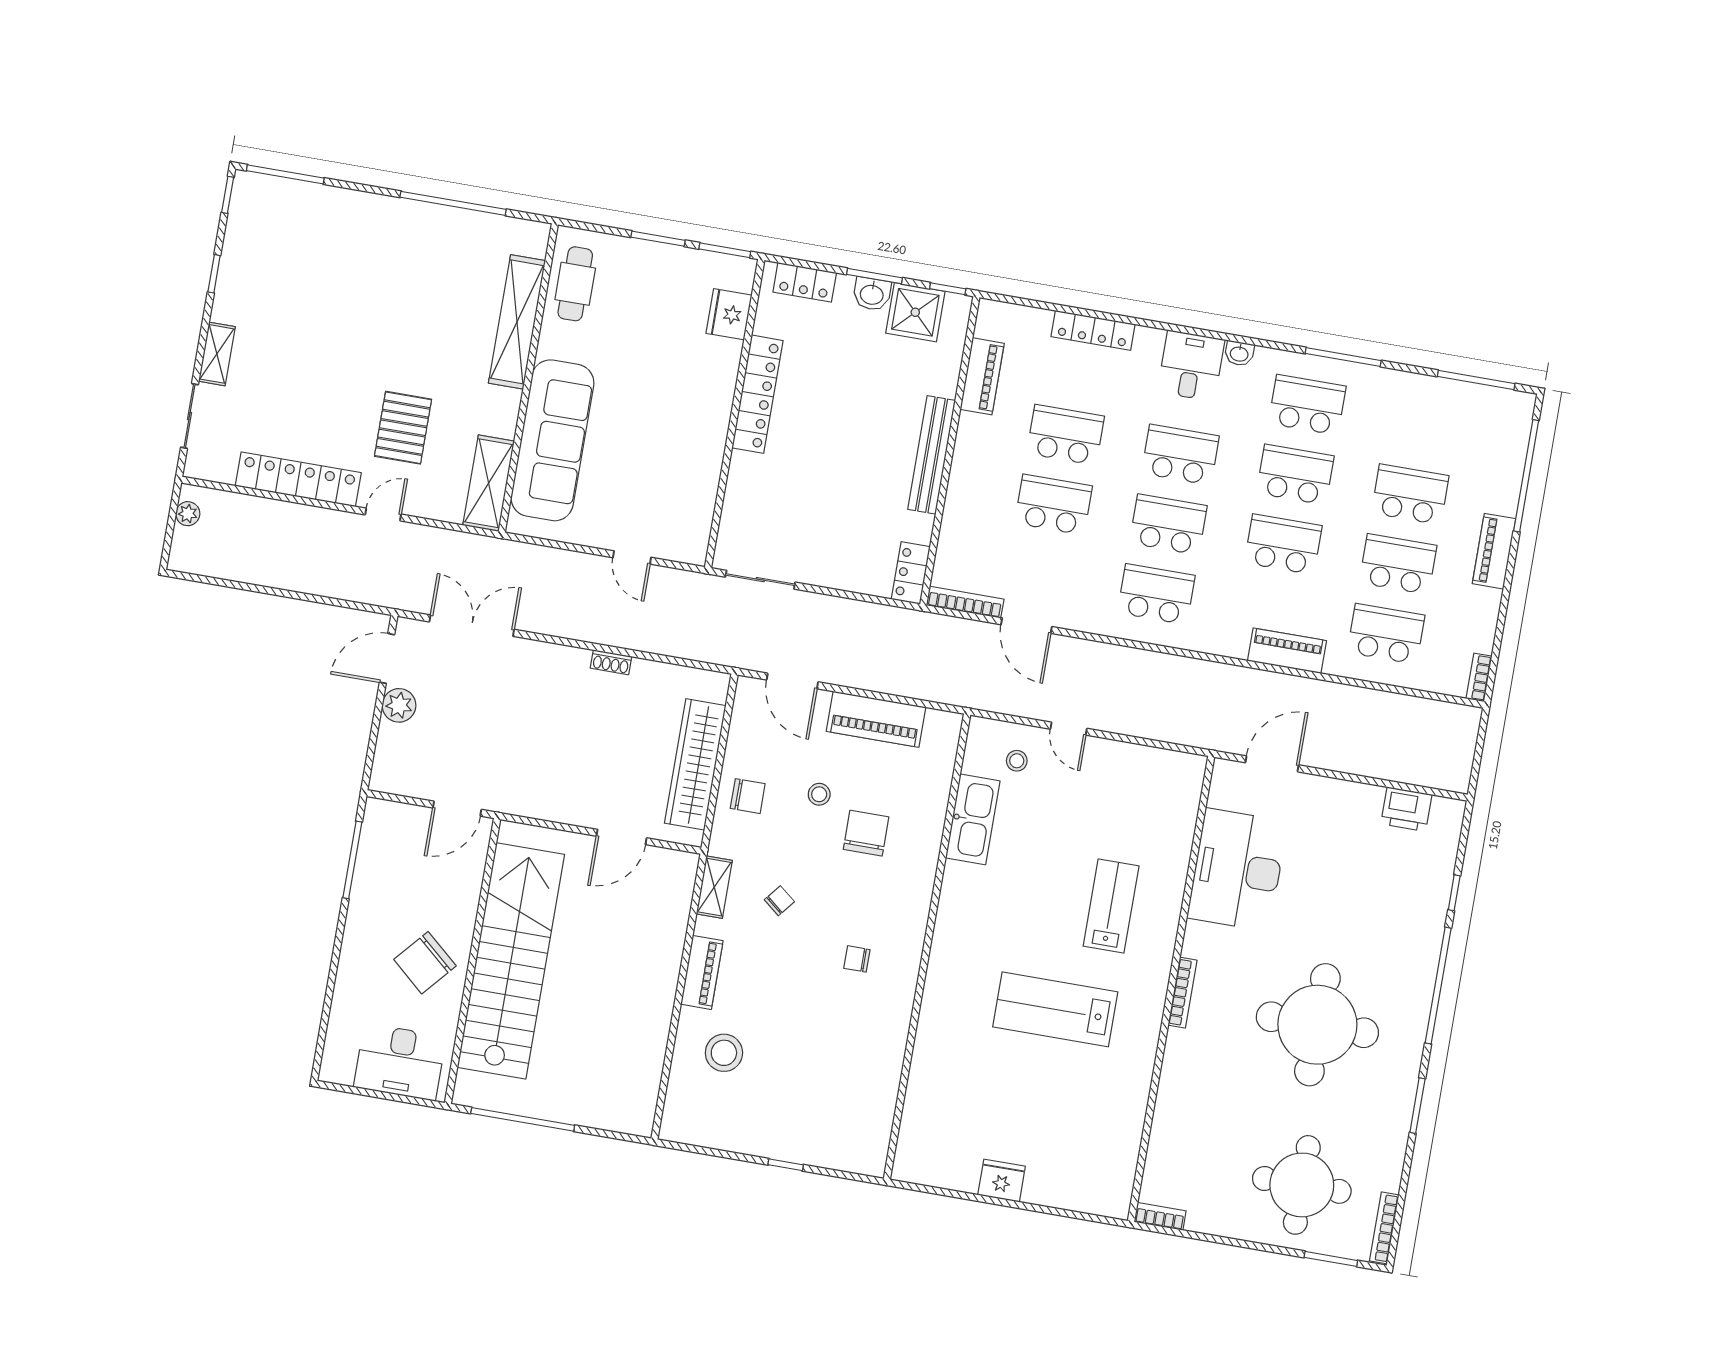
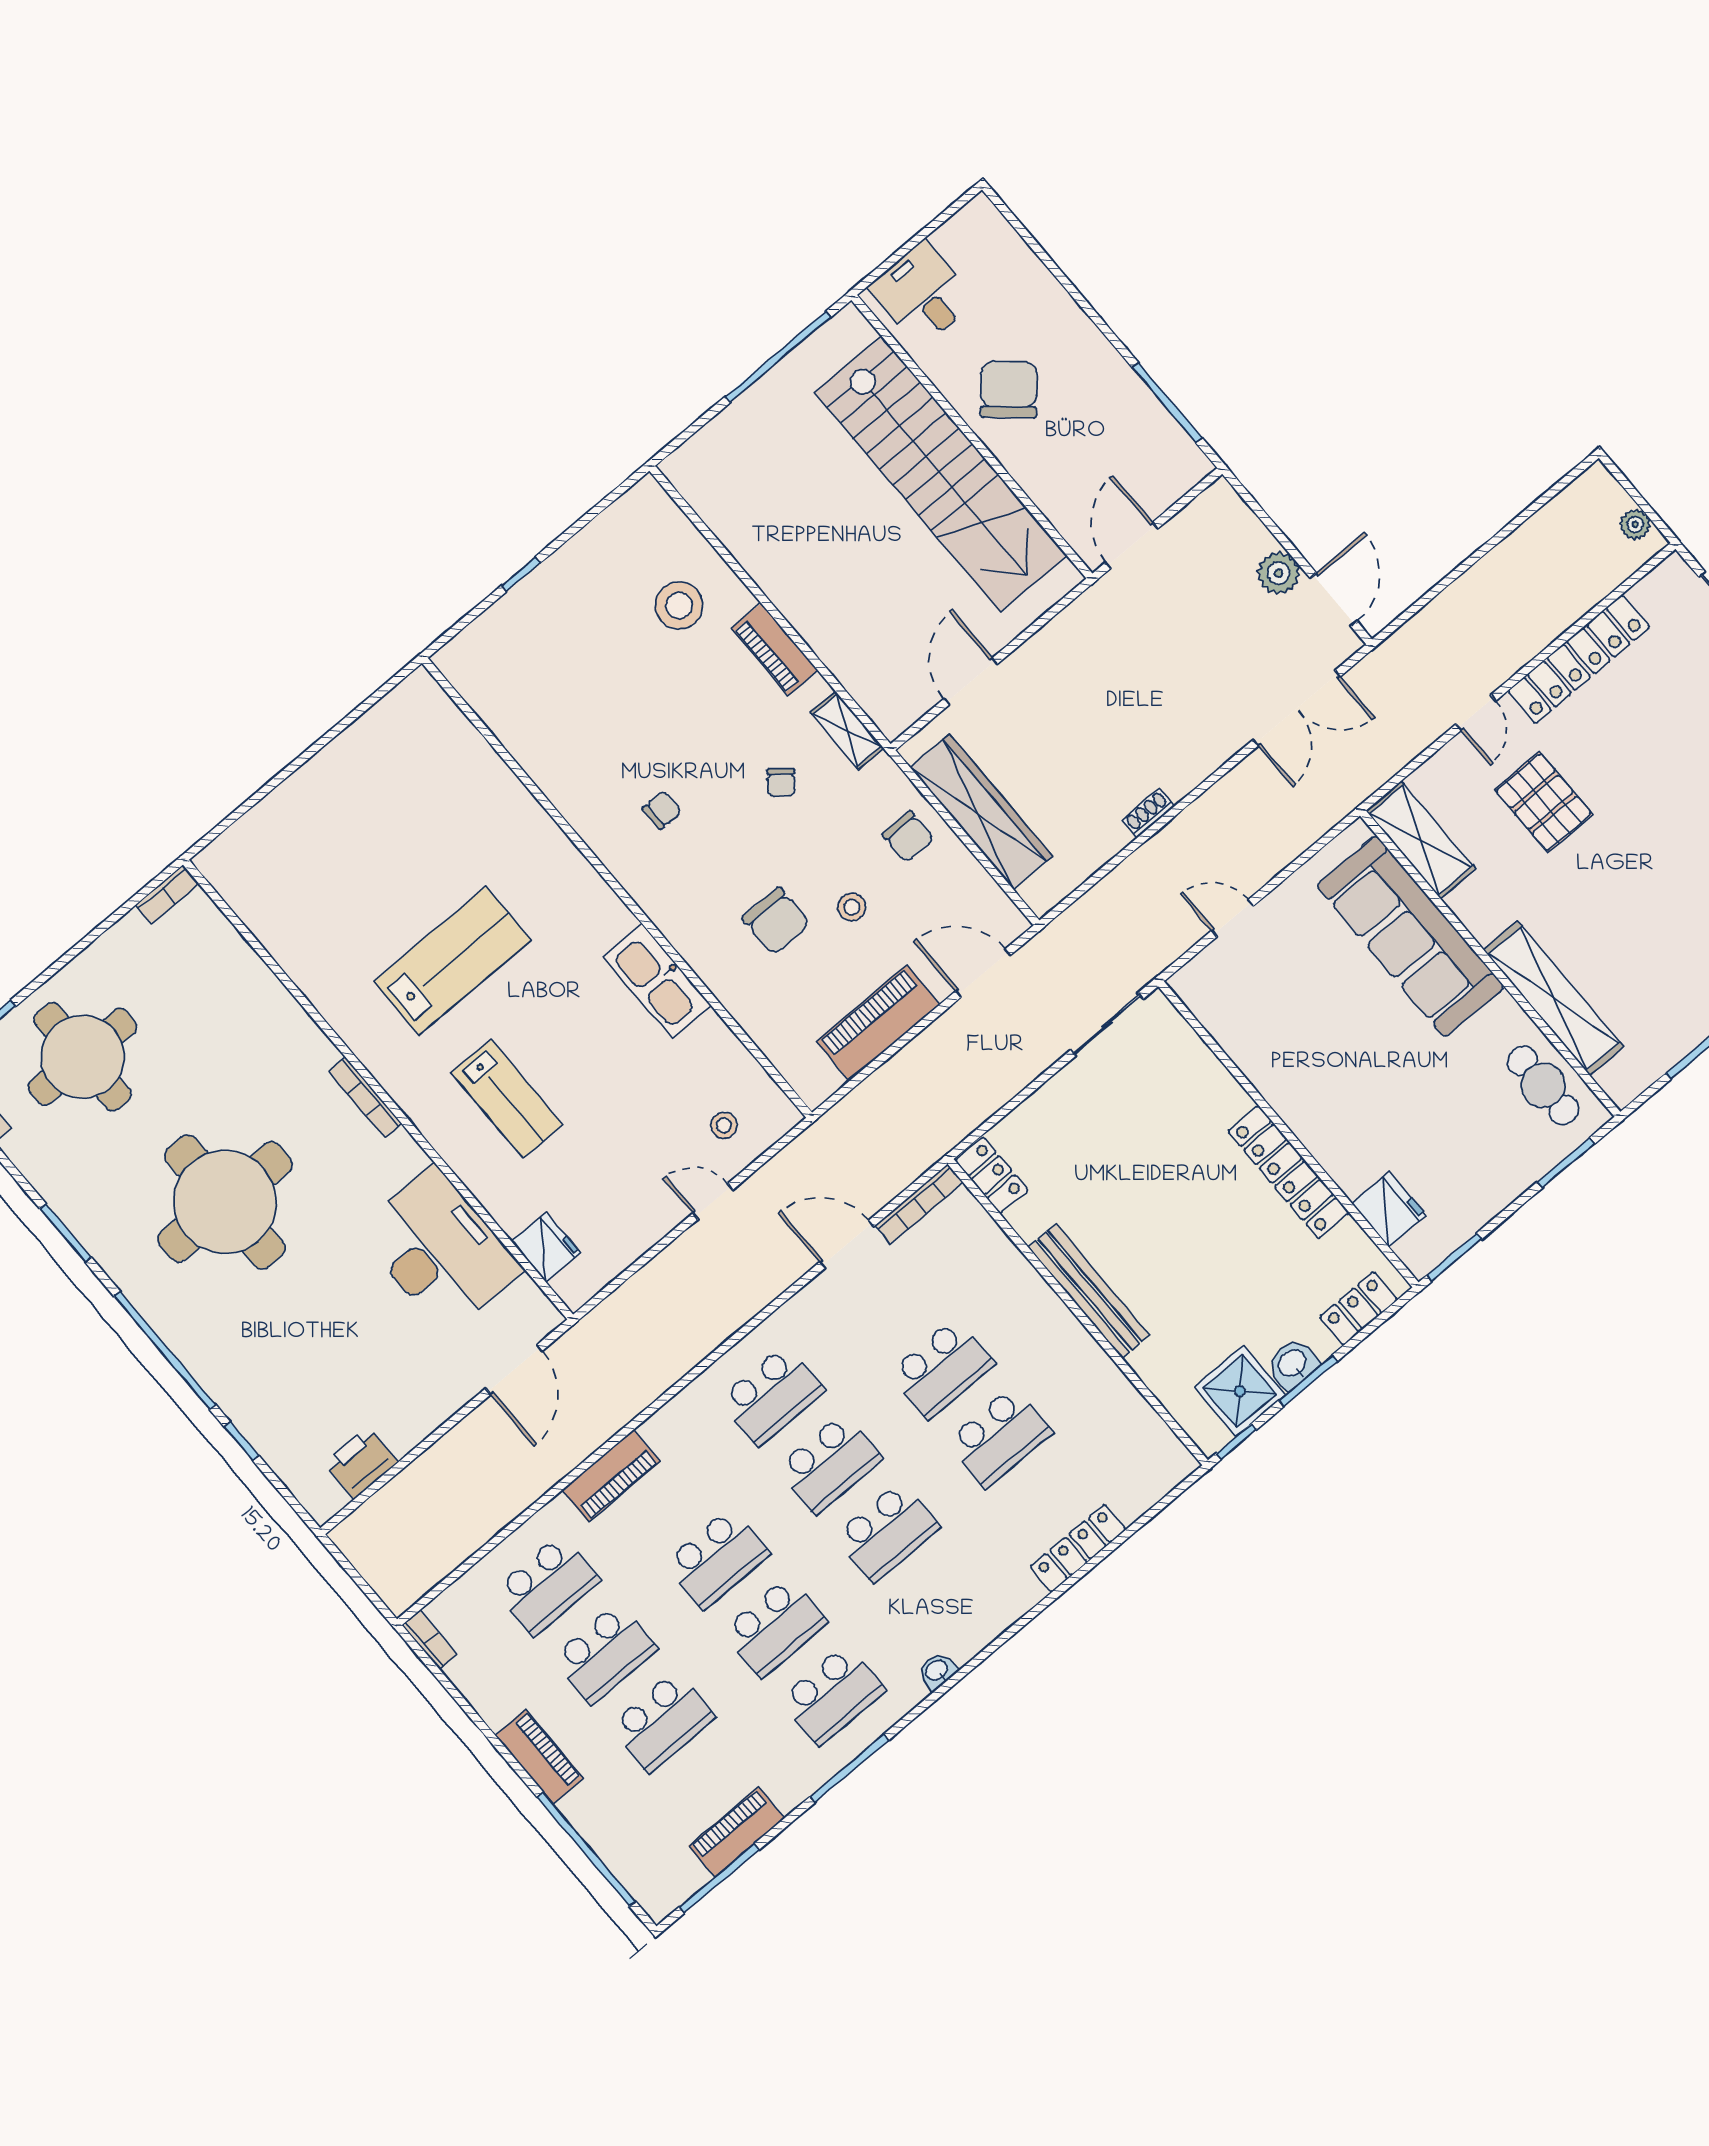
window: (658, 239) -> (1566, 1163), moved
desk: (1191, 366) -> (964, 1614), removed
piano: (982, 376) -> (736, 1832), moved, turned 90
chair: (748, 796) -> (908, 837), turned -90
kitchen sink: (973, 819) -> (657, 981), moved
desk: (400, 1062) -> (922, 294), width x0.73
fridge: (1002, 1181) -> (546, 1247), moved, turned -90

